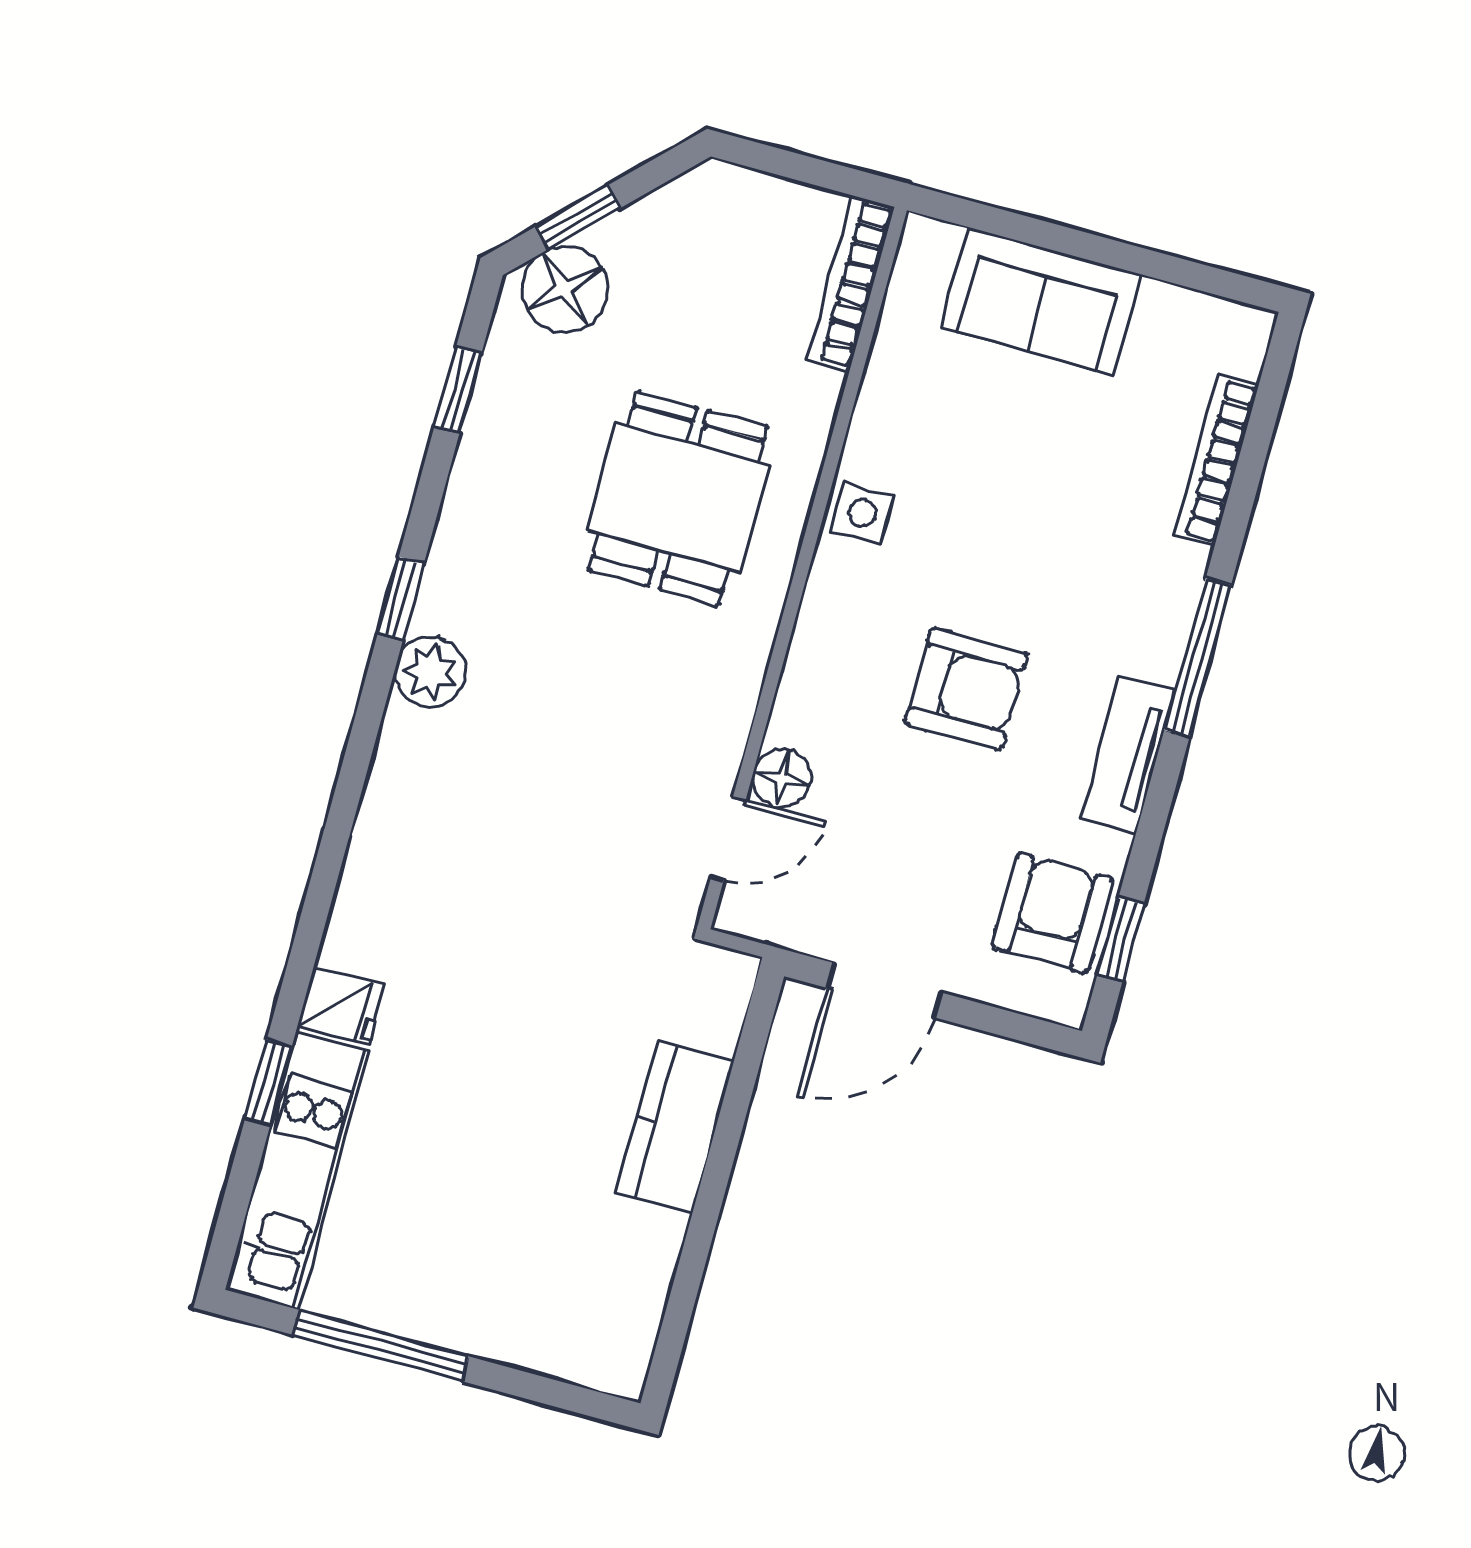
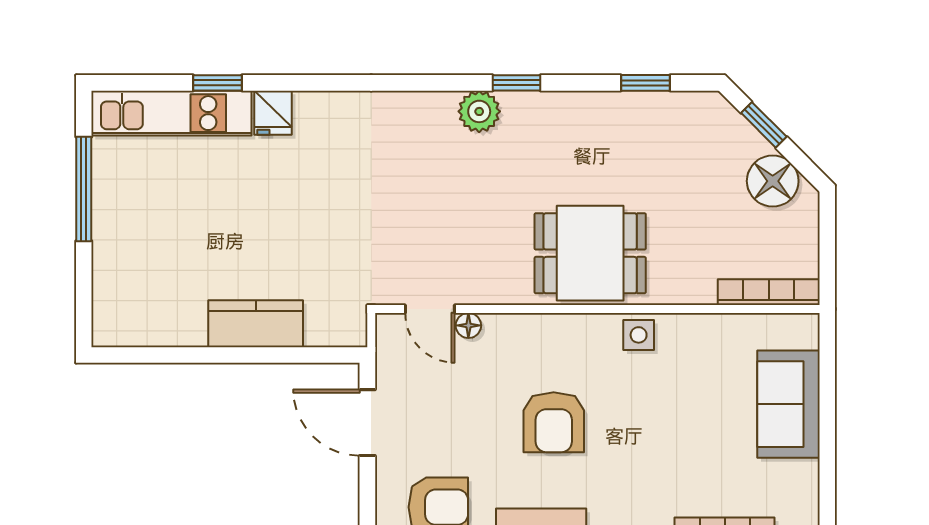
floor lamp: (565, 289) -> (773, 181), moved
dining table: (678, 498) -> (590, 253), moved
floor lamp: (782, 778) -> (468, 325), width x0.73, depth x0.73

